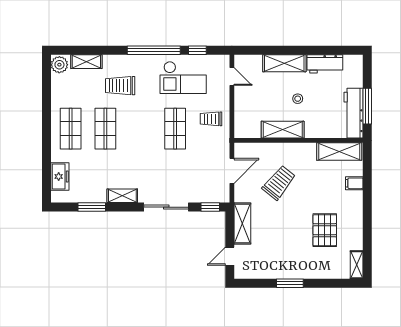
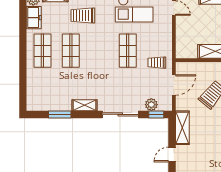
trolley: (211, 119) -> (157, 63), moved
freezer: (60, 176) -> (34, 18), moved
plant: (204, 195) -> (151, 105), added

